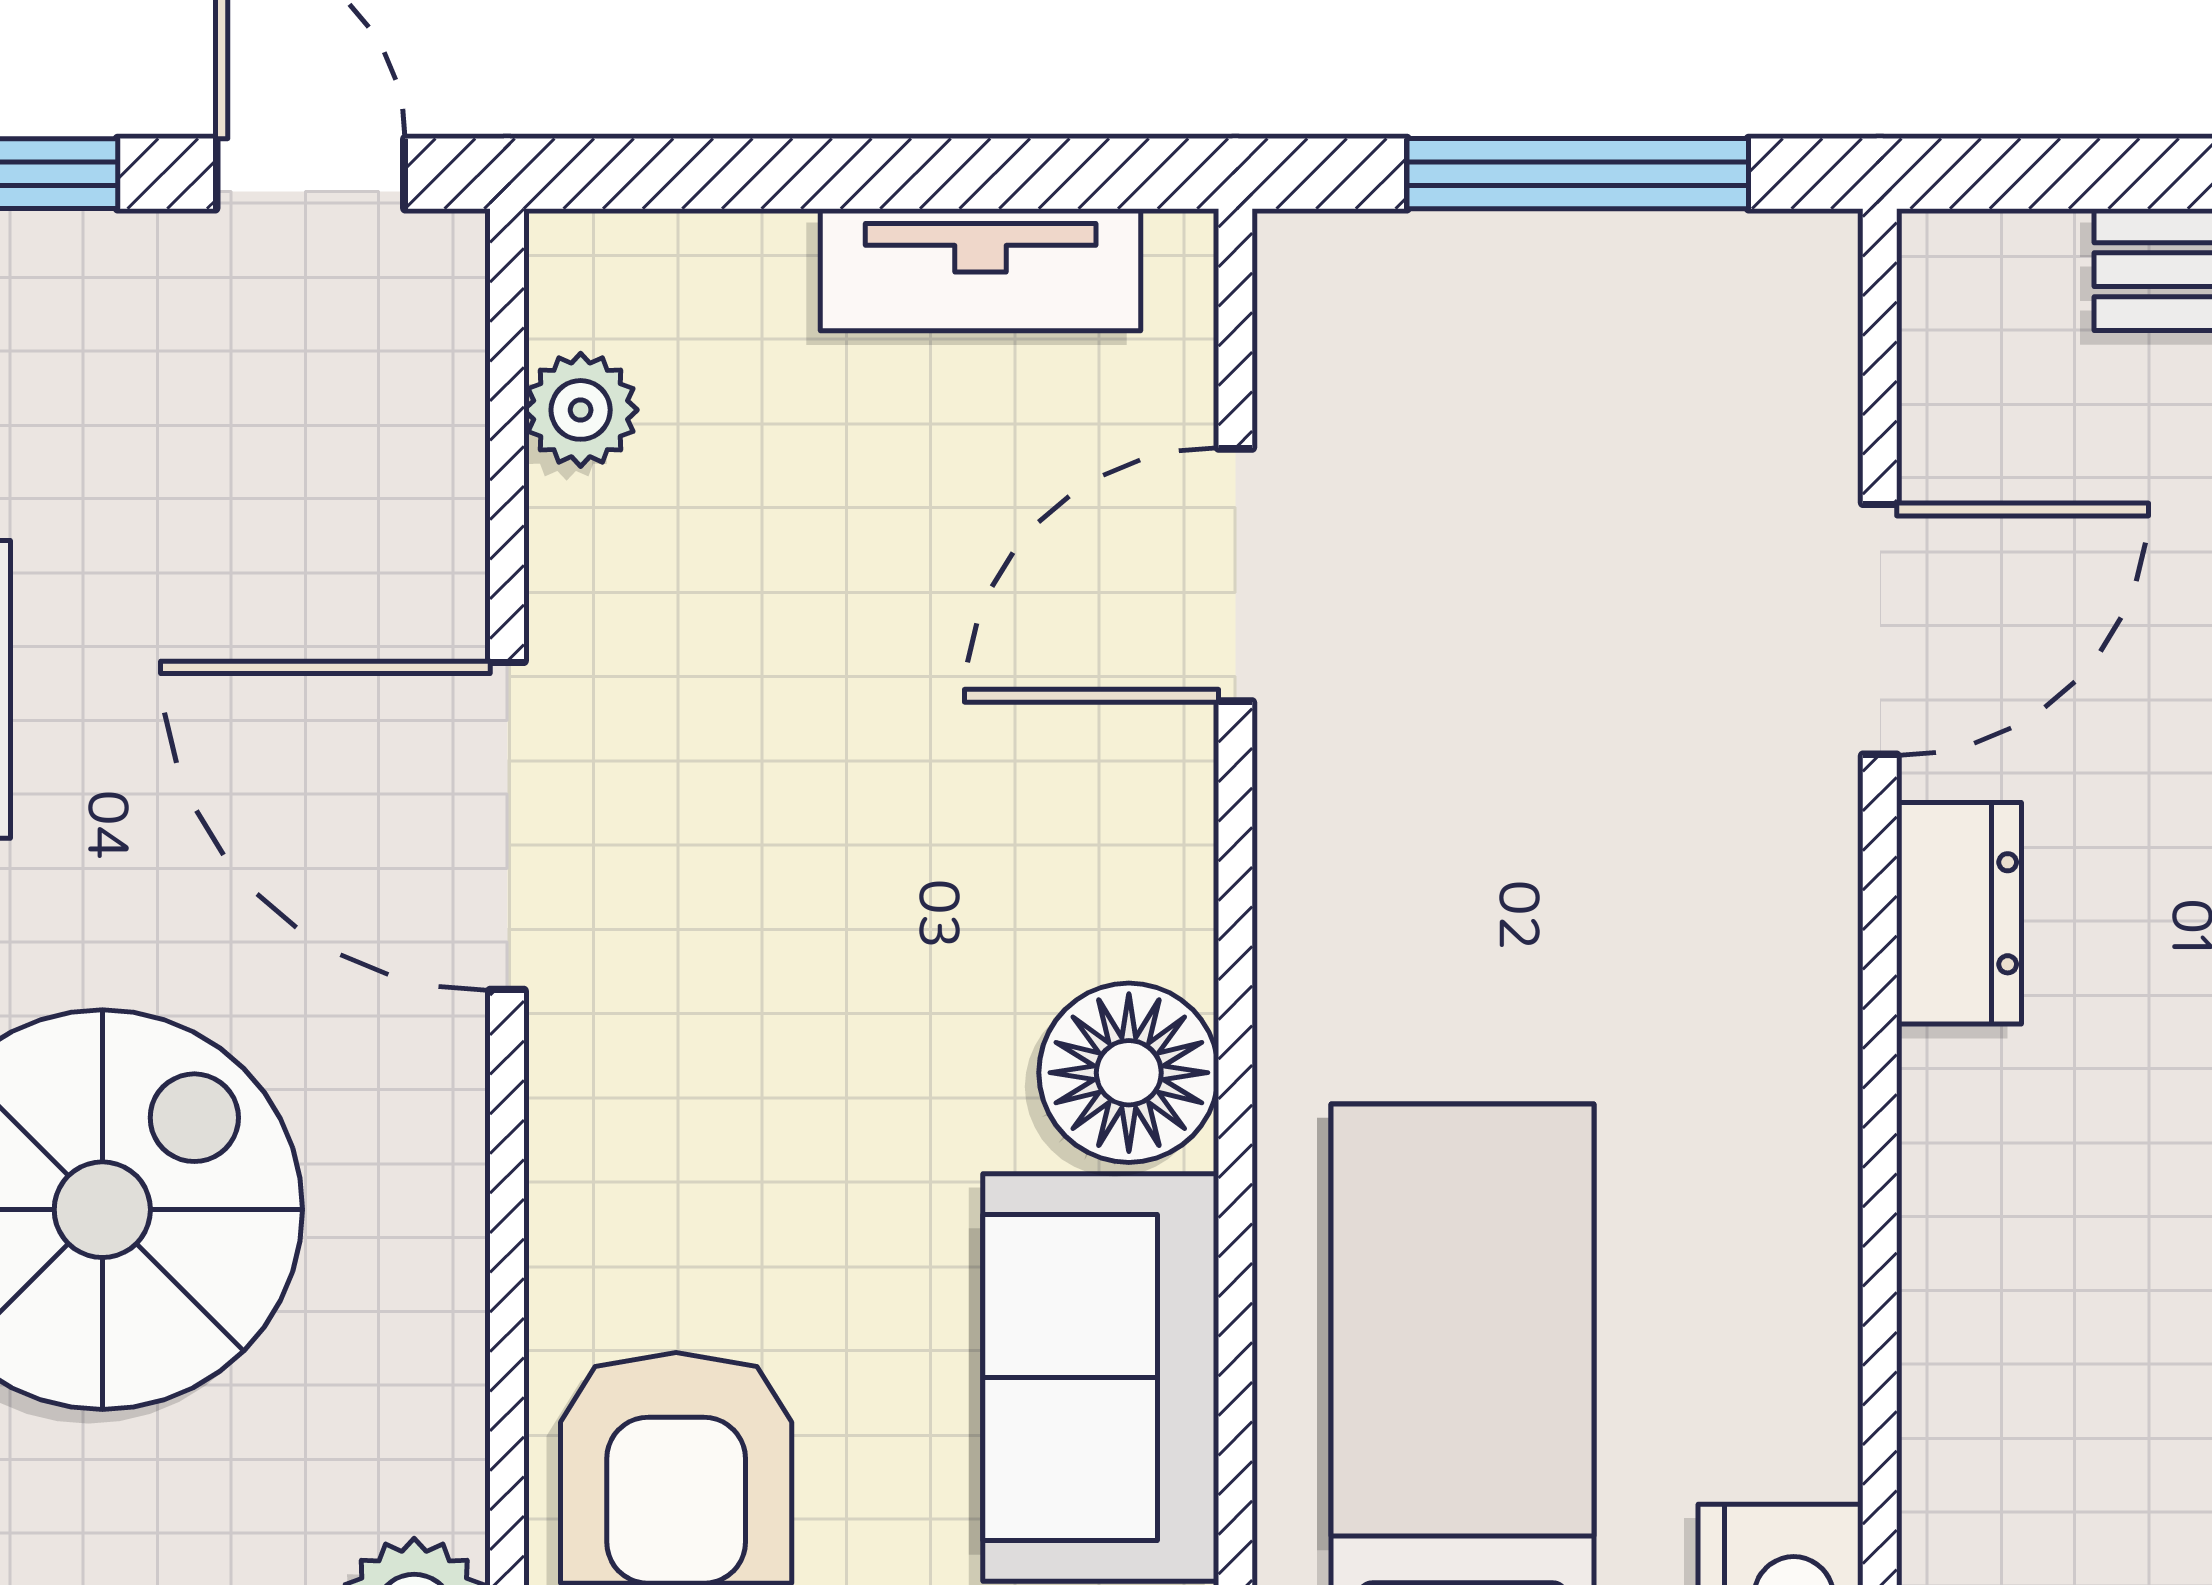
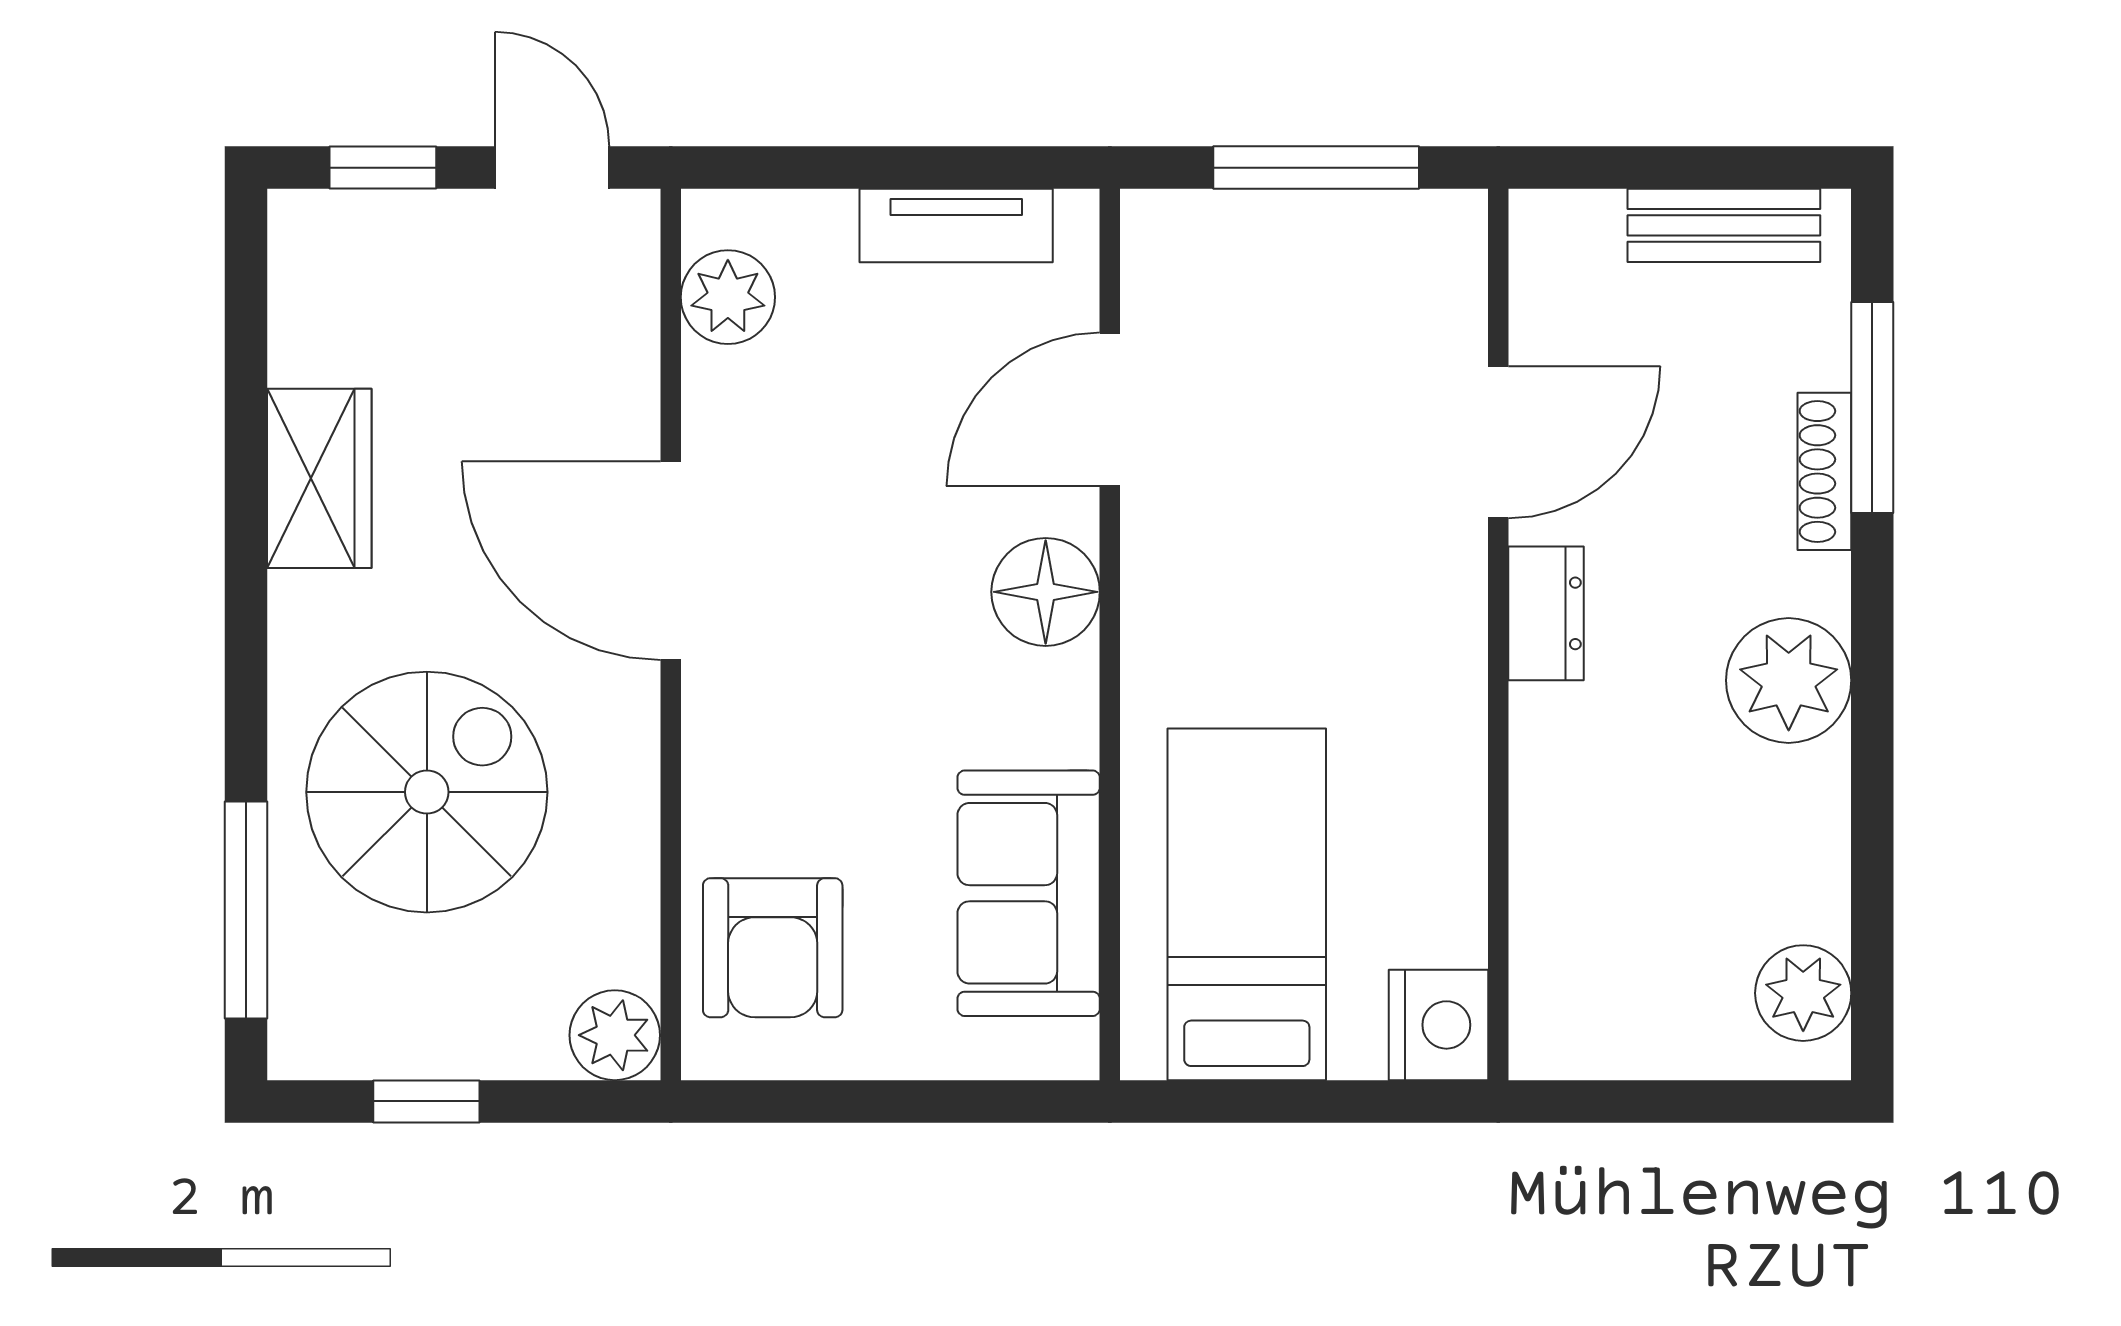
plant: (581, 410) -> (728, 297), width x1.38, depth x1.38
floor lamp: (1129, 1073) -> (1046, 592), moved

